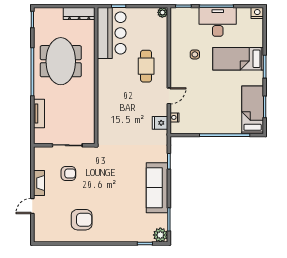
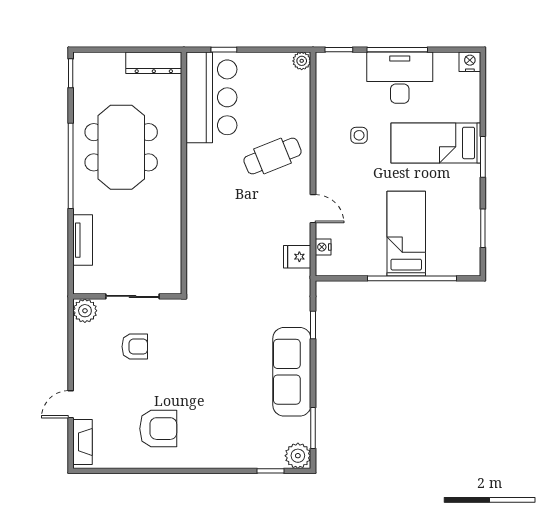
cafe table: (146, 66) -> (273, 156), turned 68
door: (169, 96) -> (313, 209), hinge flipped
bed: (253, 110) -> (406, 234), moved
plant: (40, 153) -> (85, 311), added
fireplace: (39, 183) -> (83, 442), moved

